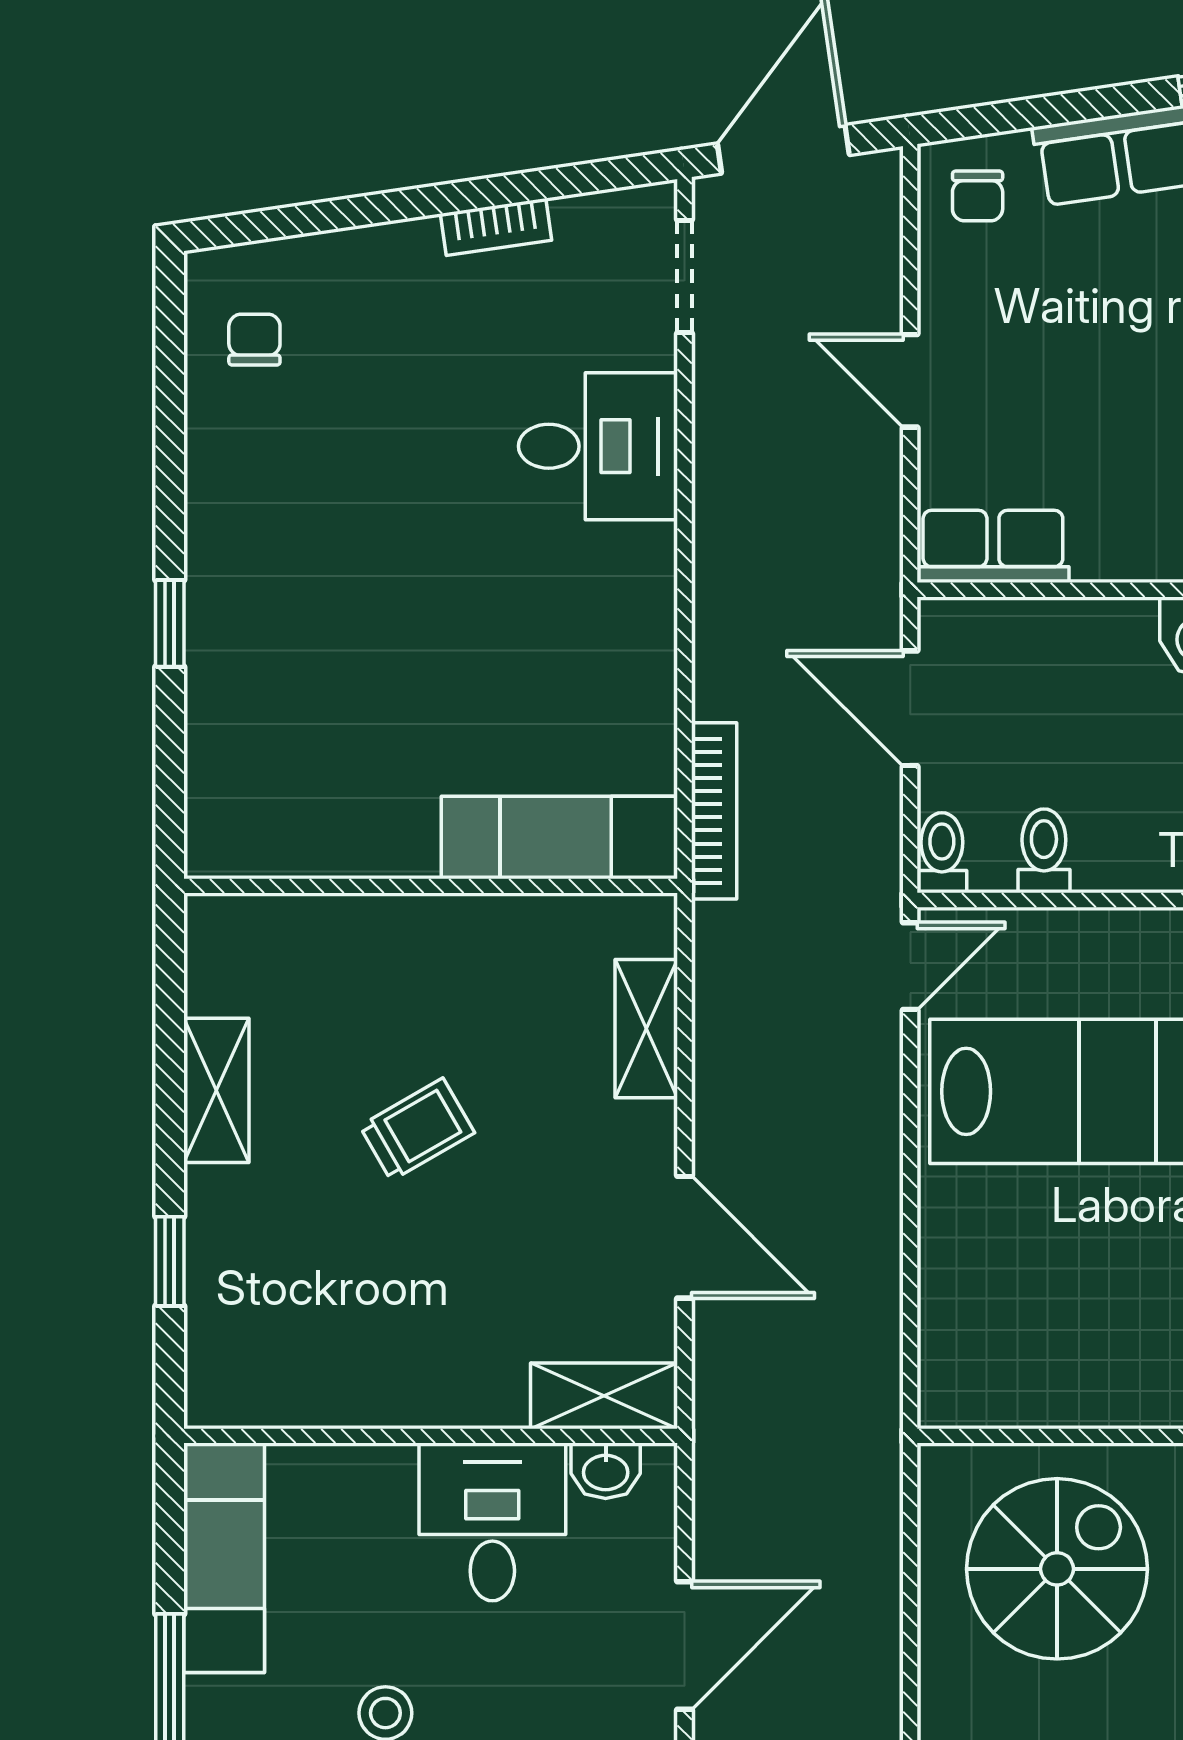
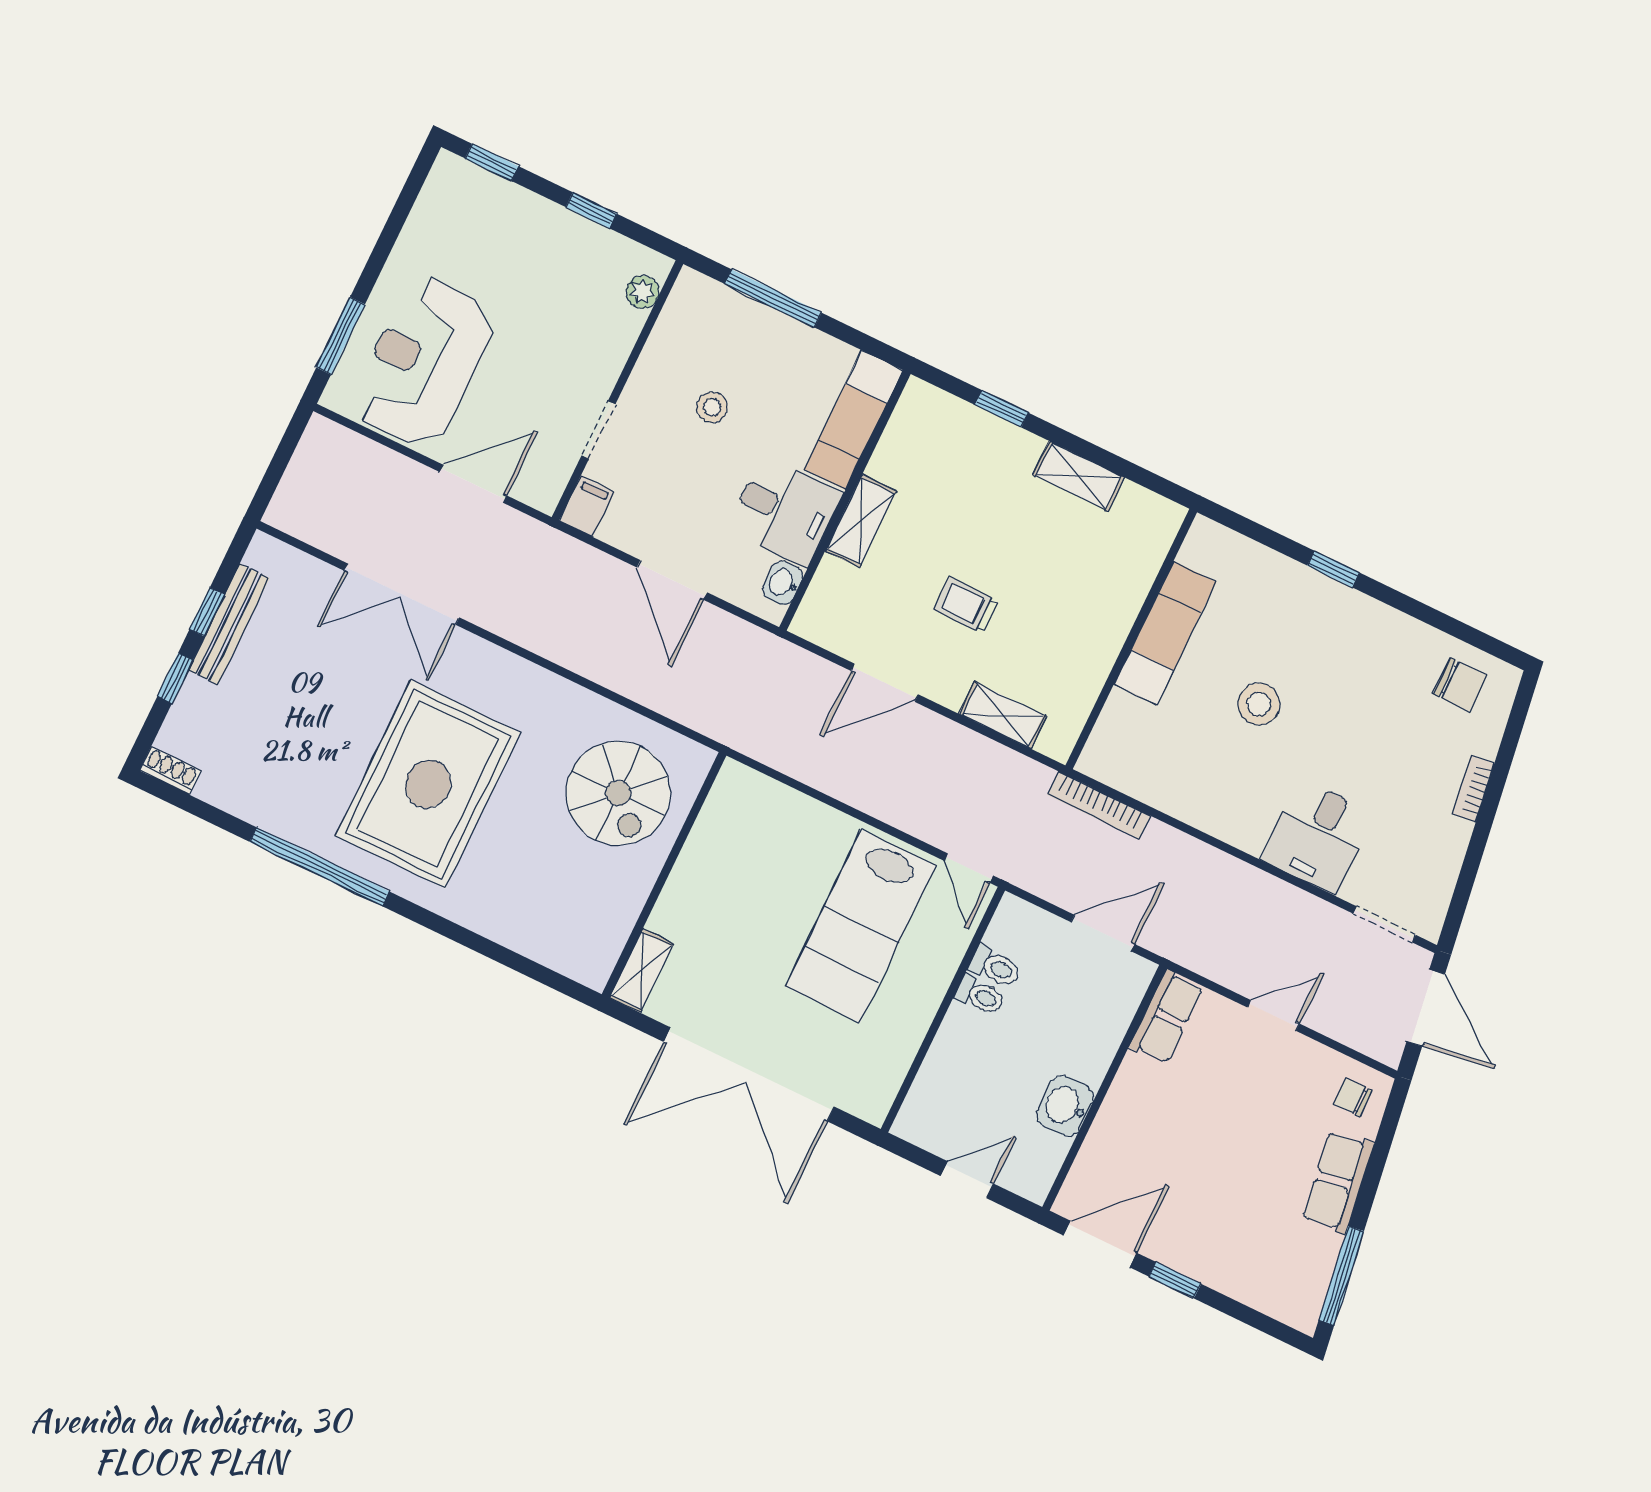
bookcase: (496, 227) -> (1473, 789), moved
chair: (254, 340) -> (1460, 685), width x1.37, depth x1.37
stool: (436, 638) -> (1259, 704), added
exam couch: (559, 837) -> (1165, 633), moved
toilet: (942, 853) -> (980, 996), moved
trolley: (417, 1129) -> (966, 605), moved, turned 120
shelving: (604, 1396) -> (861, 521), moved
exam couch: (224, 1558) -> (854, 420), moved, turned 90

